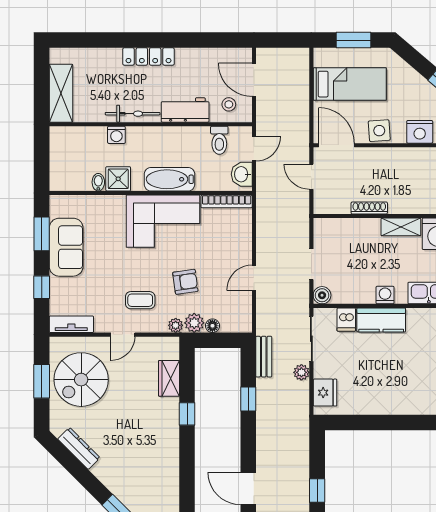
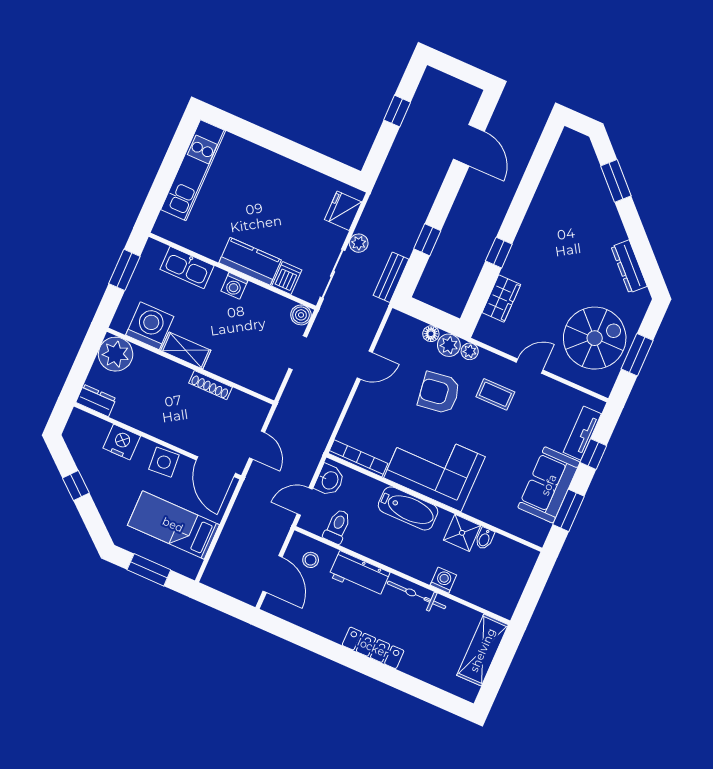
armchair: (185, 282) -> (439, 393), width x1.38, depth x1.38
tv unit: (71, 324) -> (582, 433), moved, turned 90

